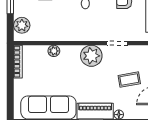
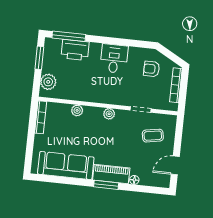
plant: (91, 56) -> (109, 114), width x0.53, depth x0.53
coffee table: (129, 80) -> (153, 136), moved

